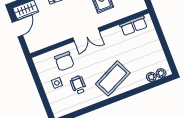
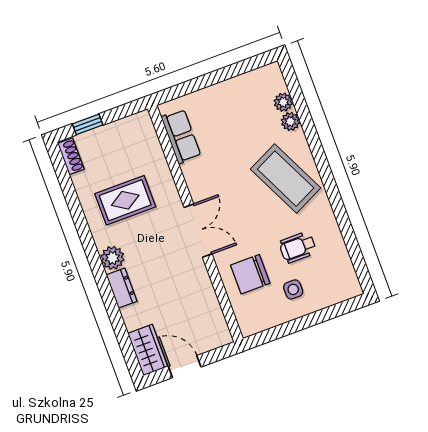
chair: (64, 61) -> (250, 274), turned 180
plant: (161, 73) -> (290, 121), moved

